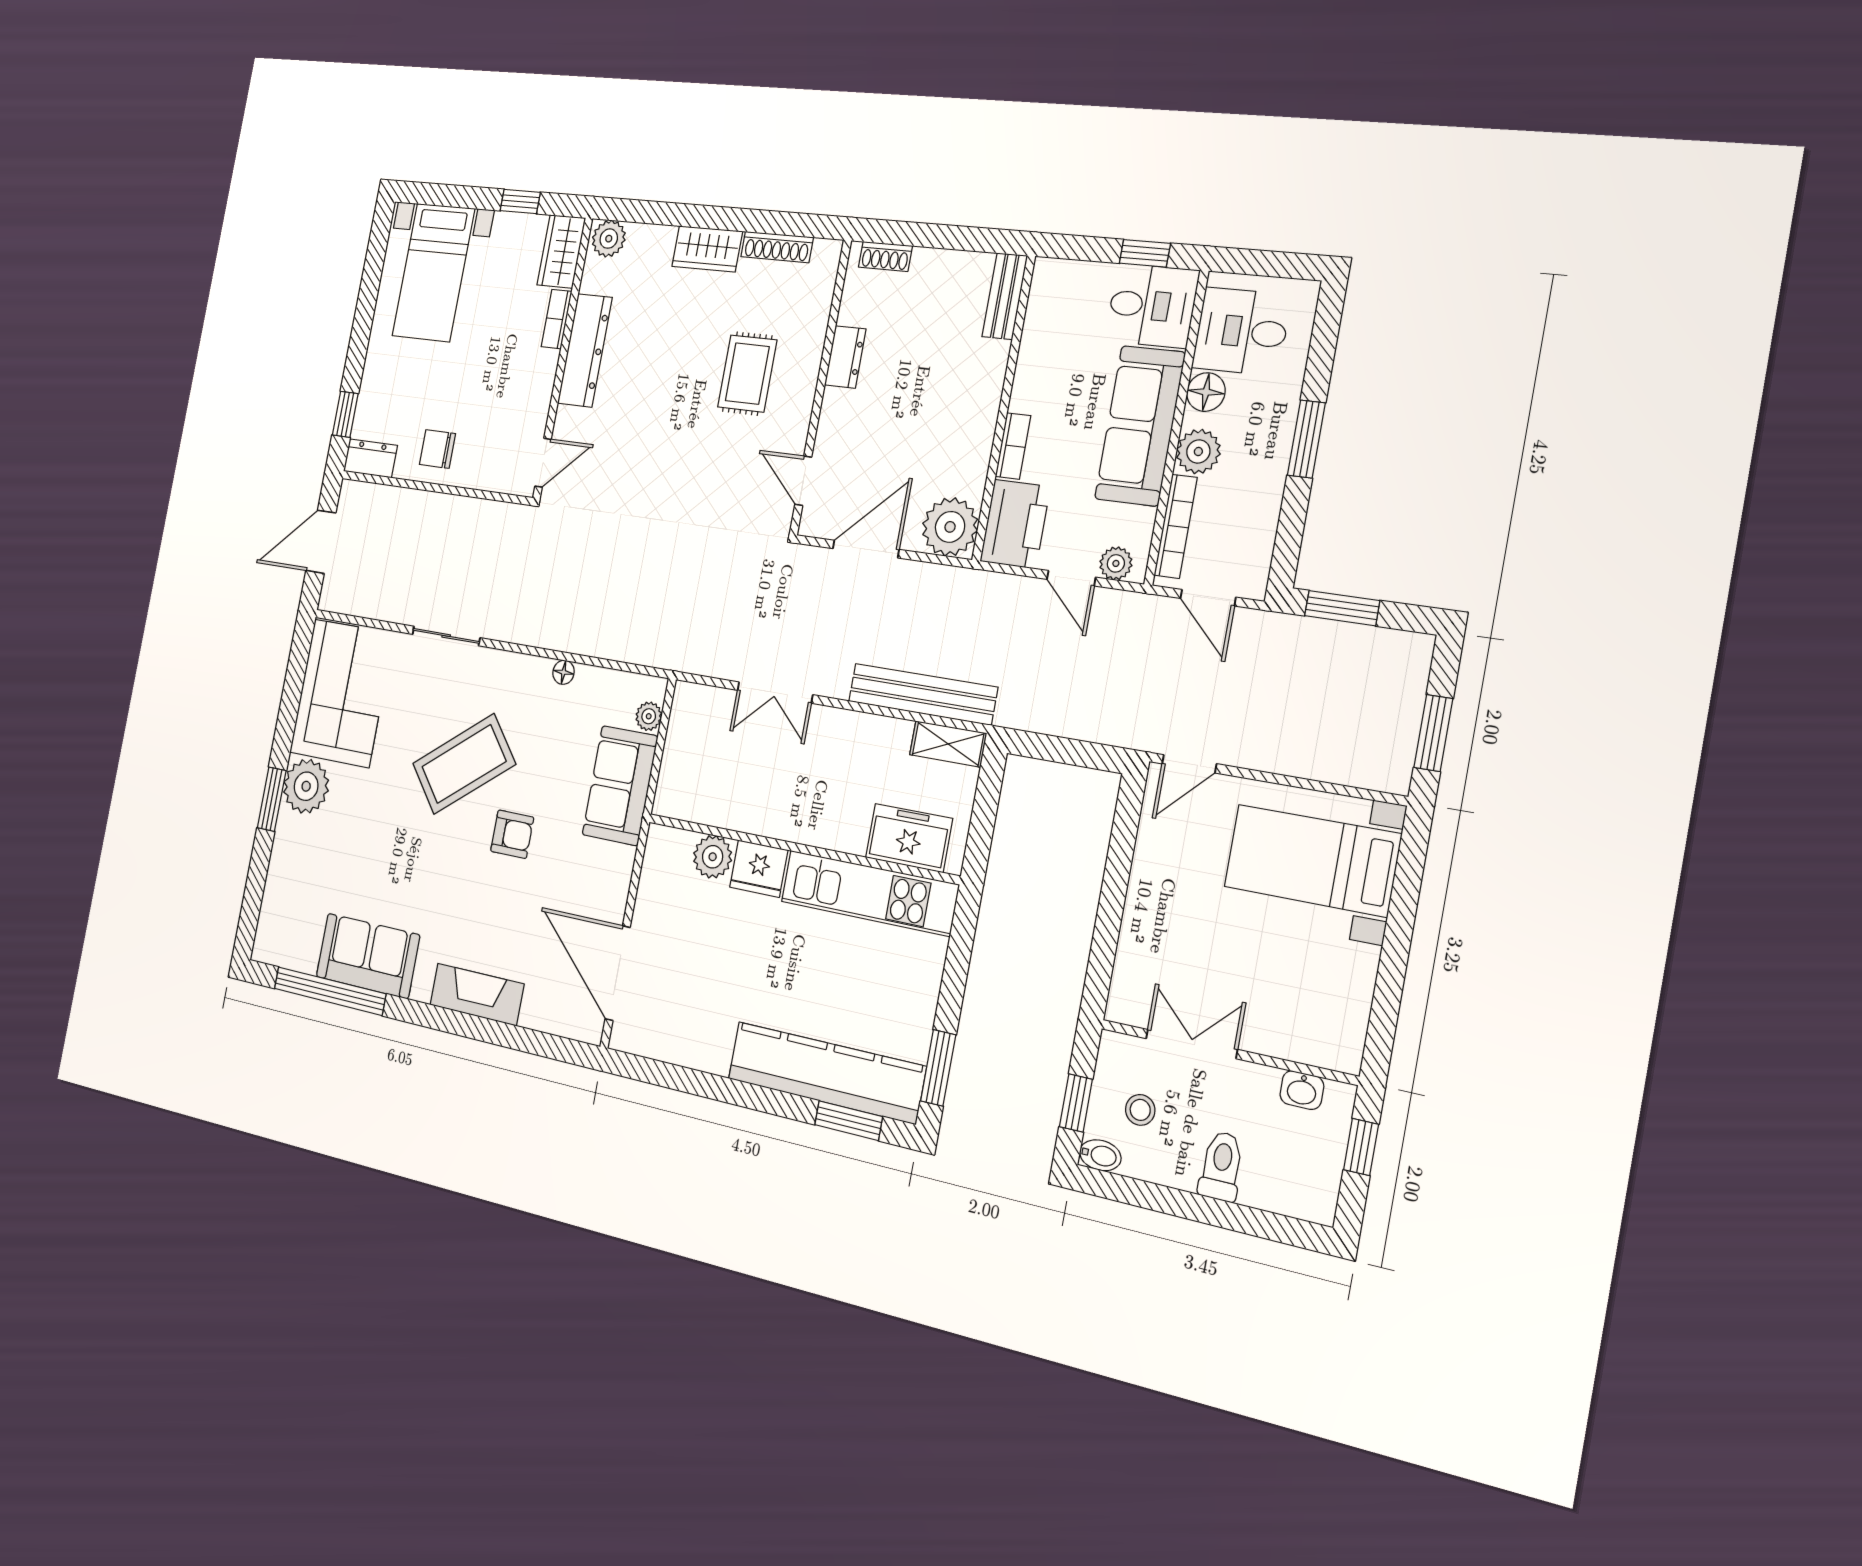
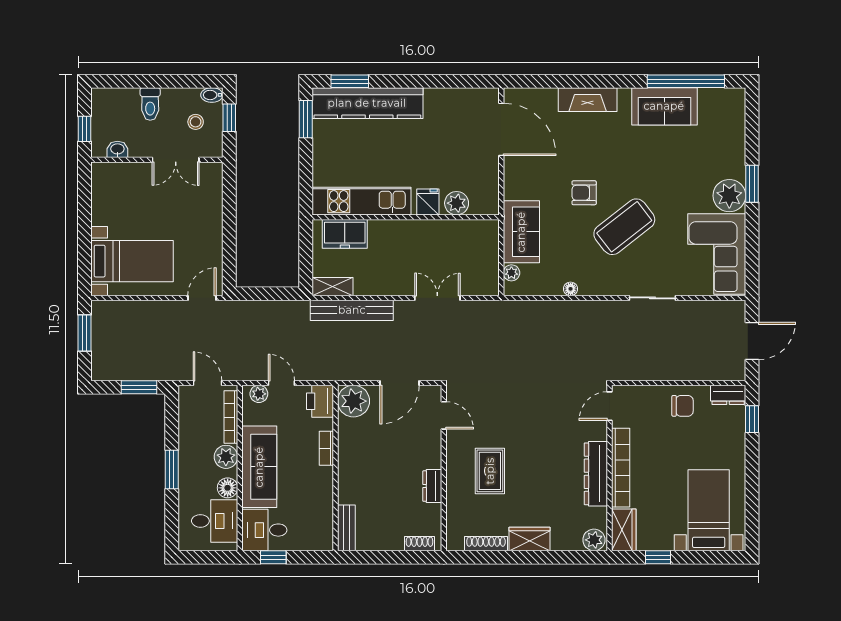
bookcase: (557, 319) -> (621, 468), width x2.31, depth x1.31
printer: (1015, 524) -> (320, 401), width x0.73, depth x0.84
fridge: (759, 869) -> (428, 202), width x0.72

